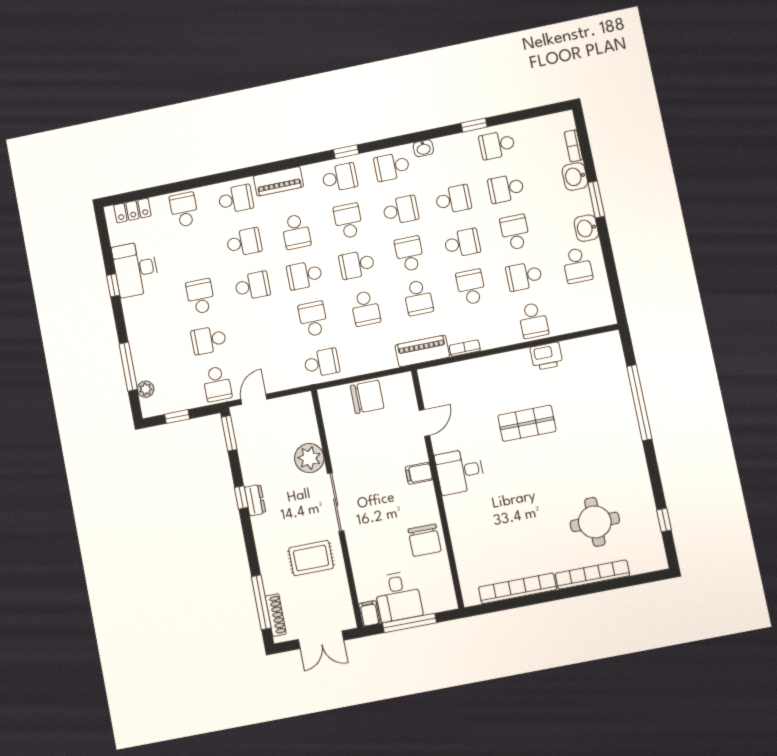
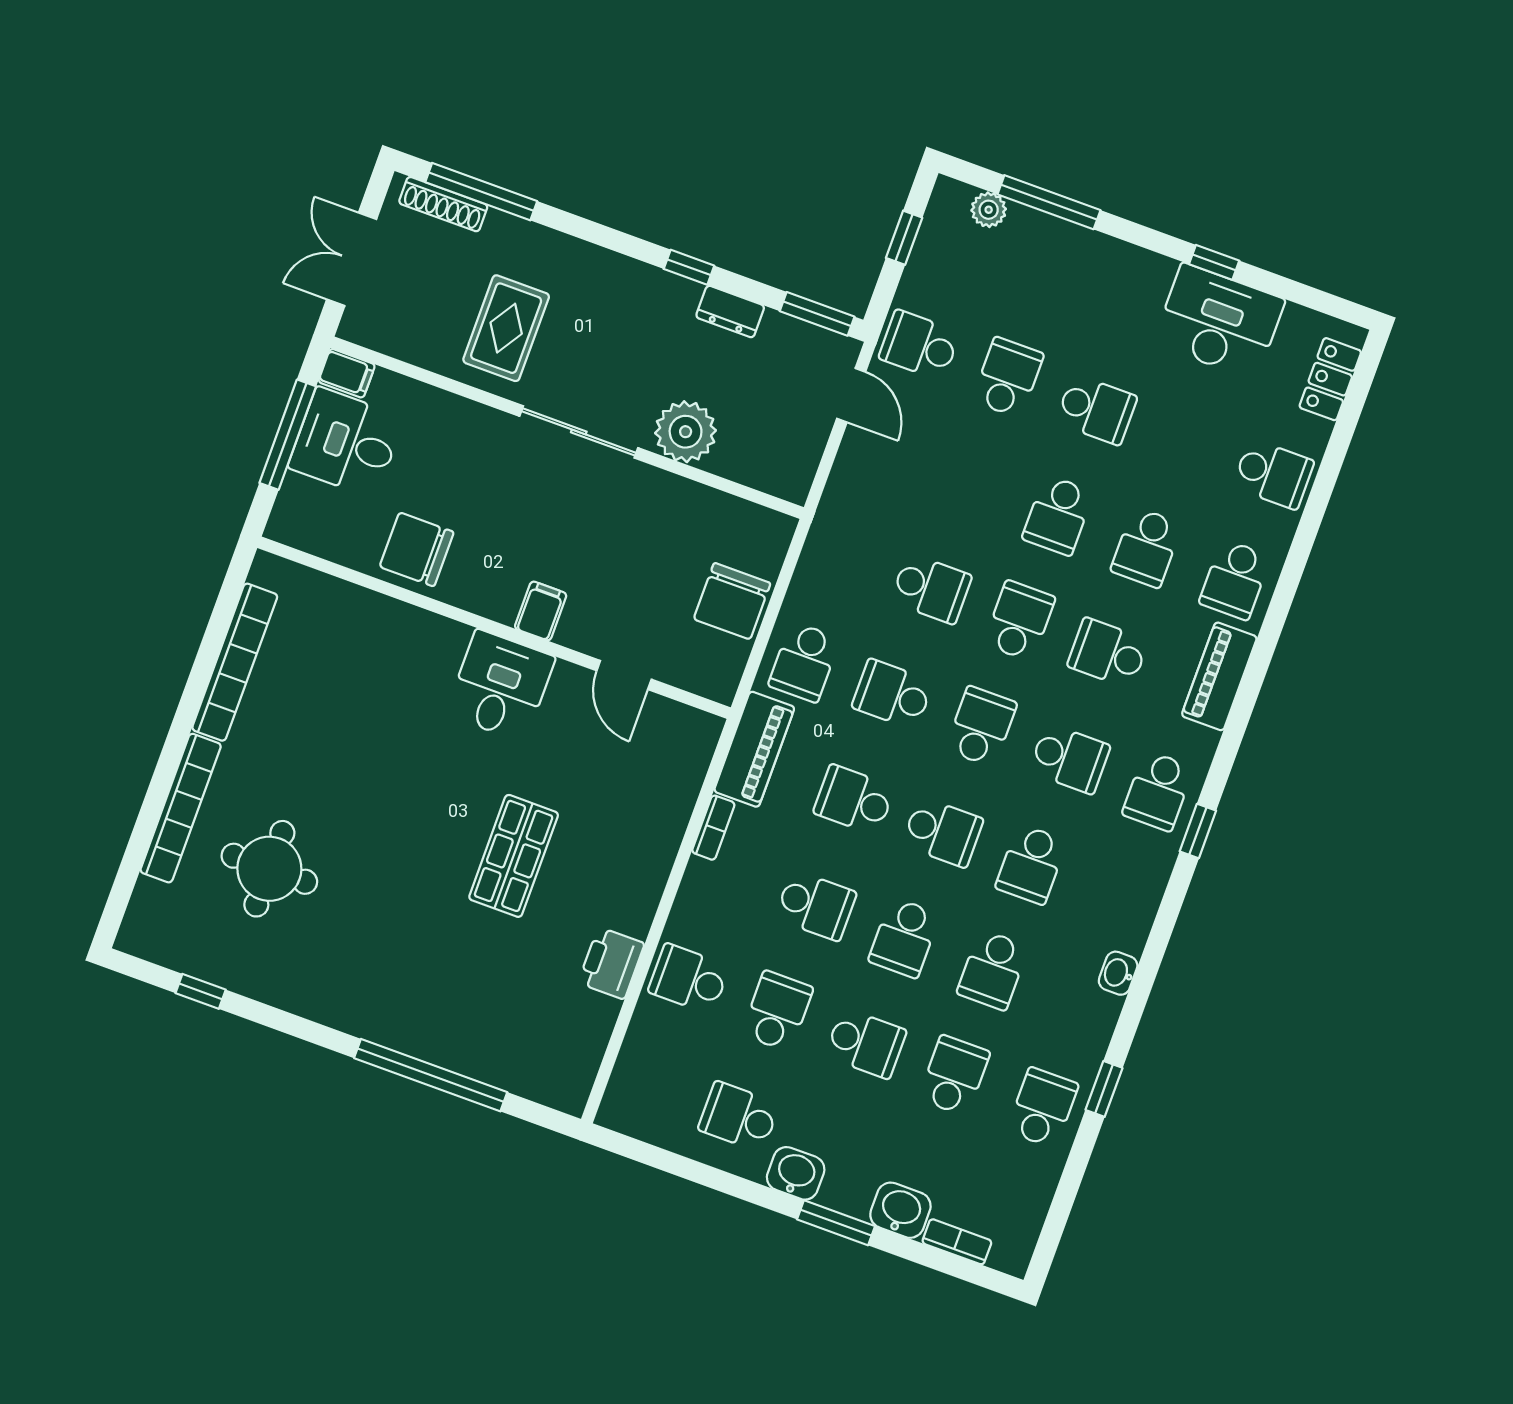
school desk: (392, 167) -> (1120, 896), removed
school desk: (322, 363) -> (804, 662), moved
dresser: (255, 500) -> (730, 312), moved

